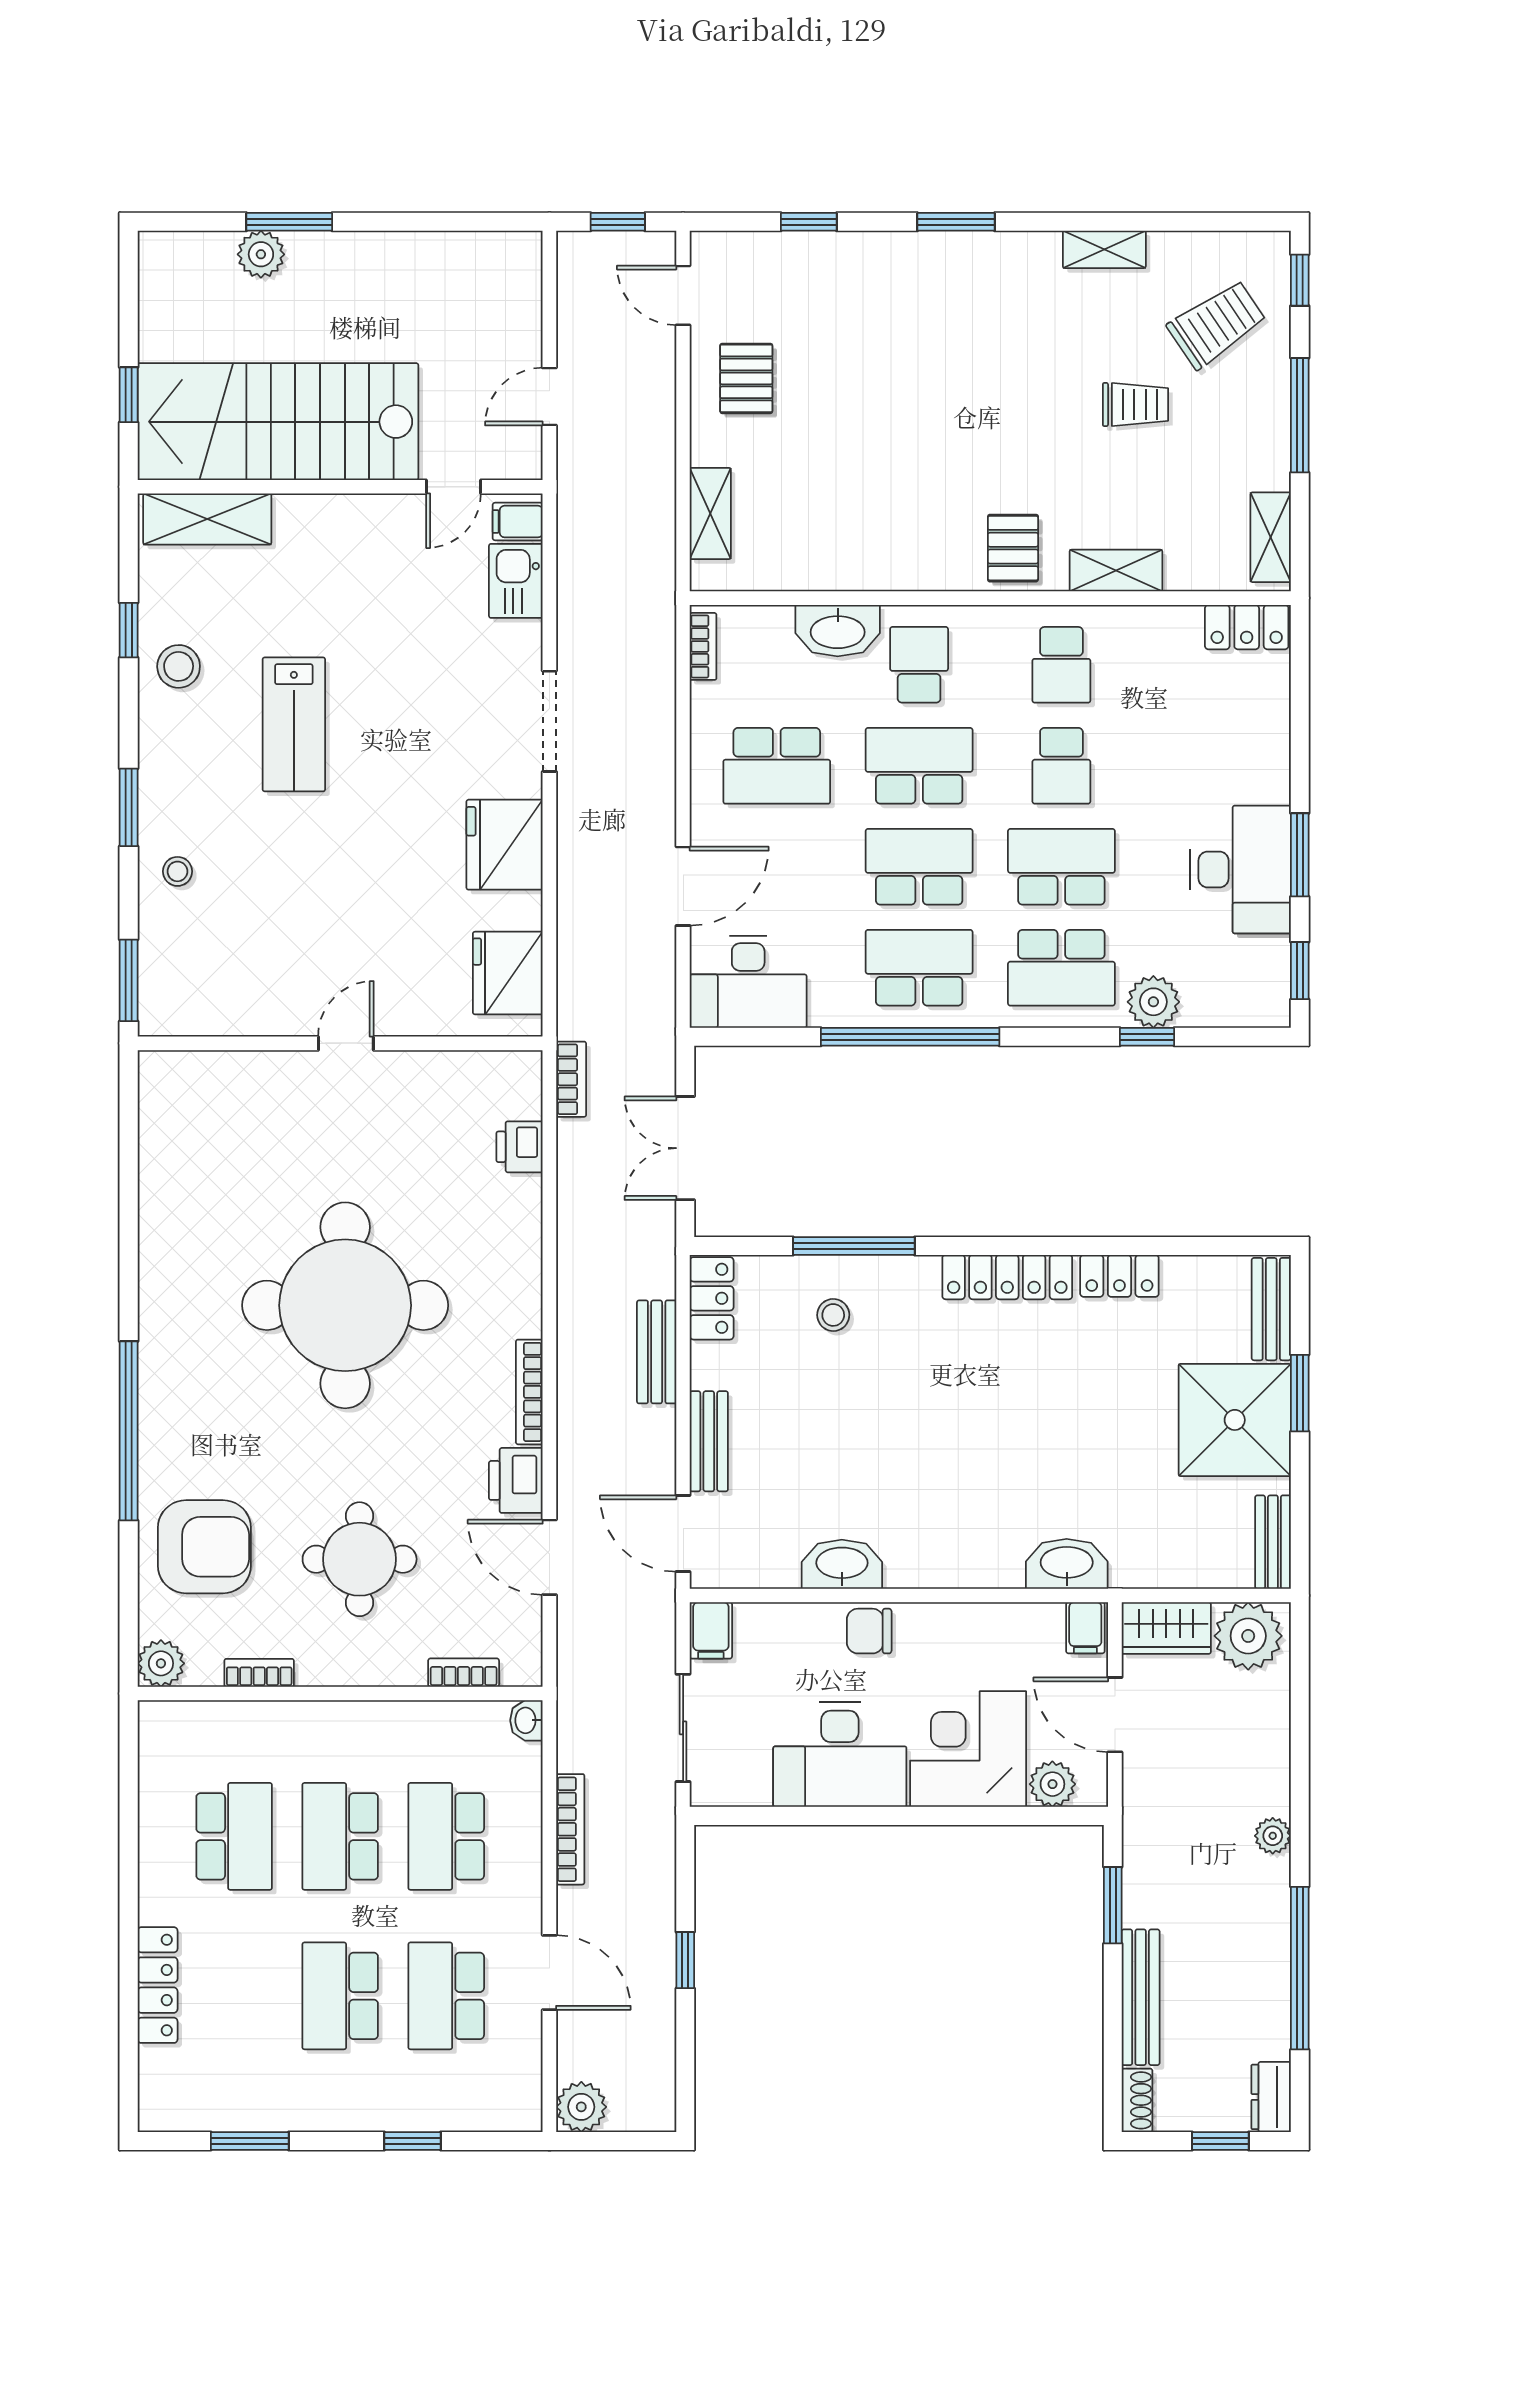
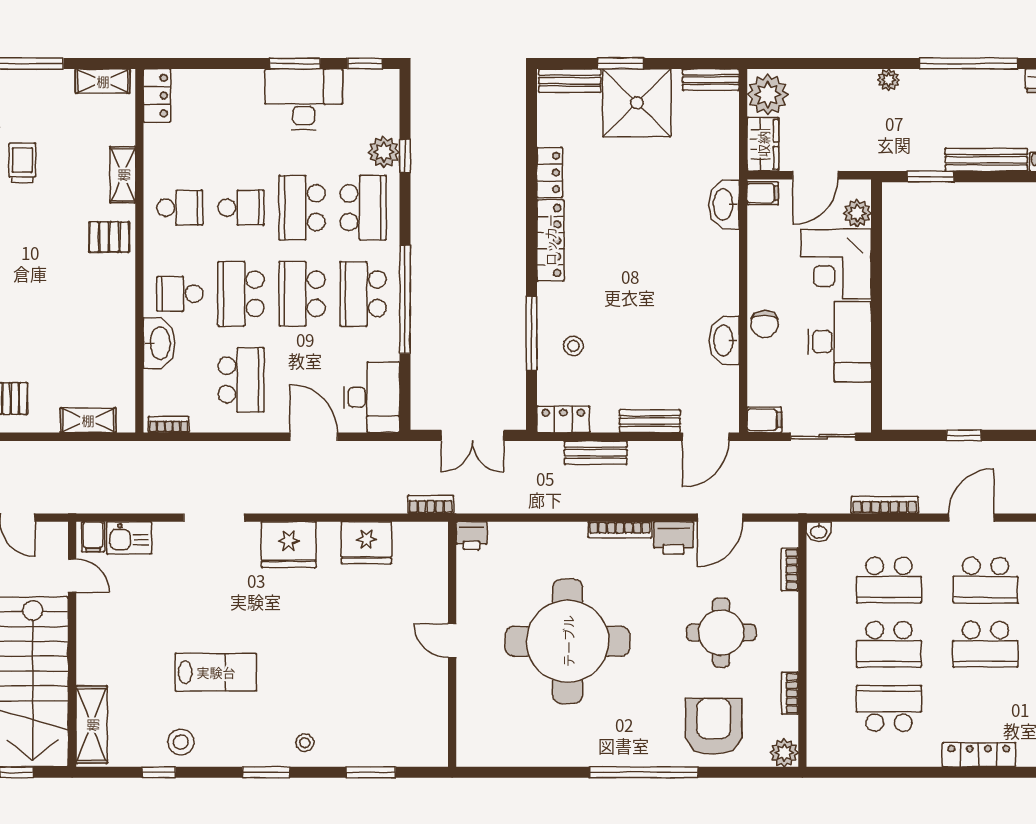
wall: (340, 1043) -> (452, 644), moved
door: (346, 1043) -> (452, 641), moved

